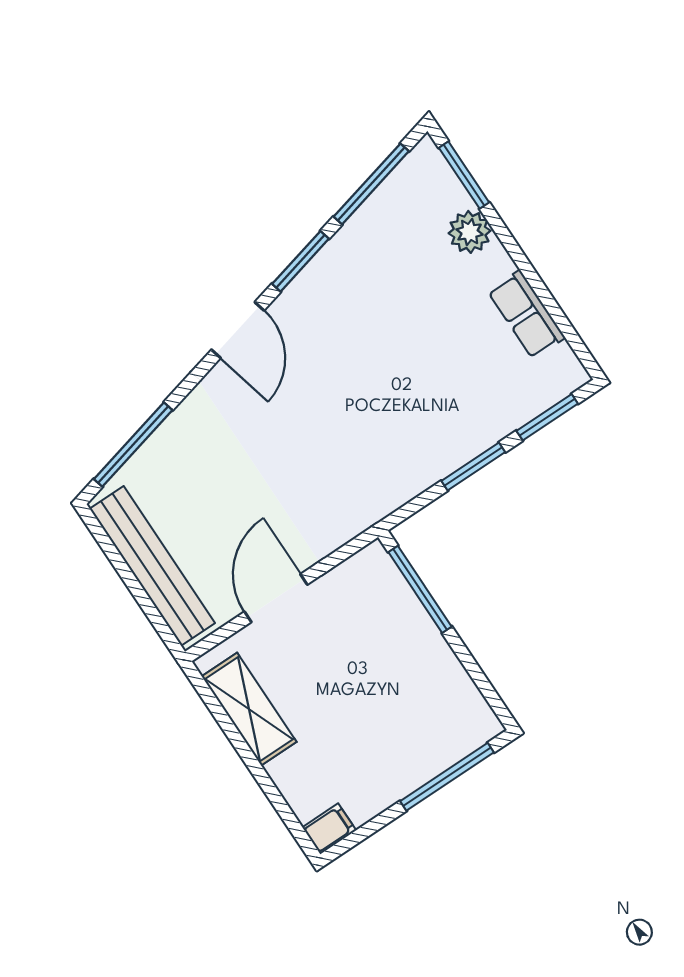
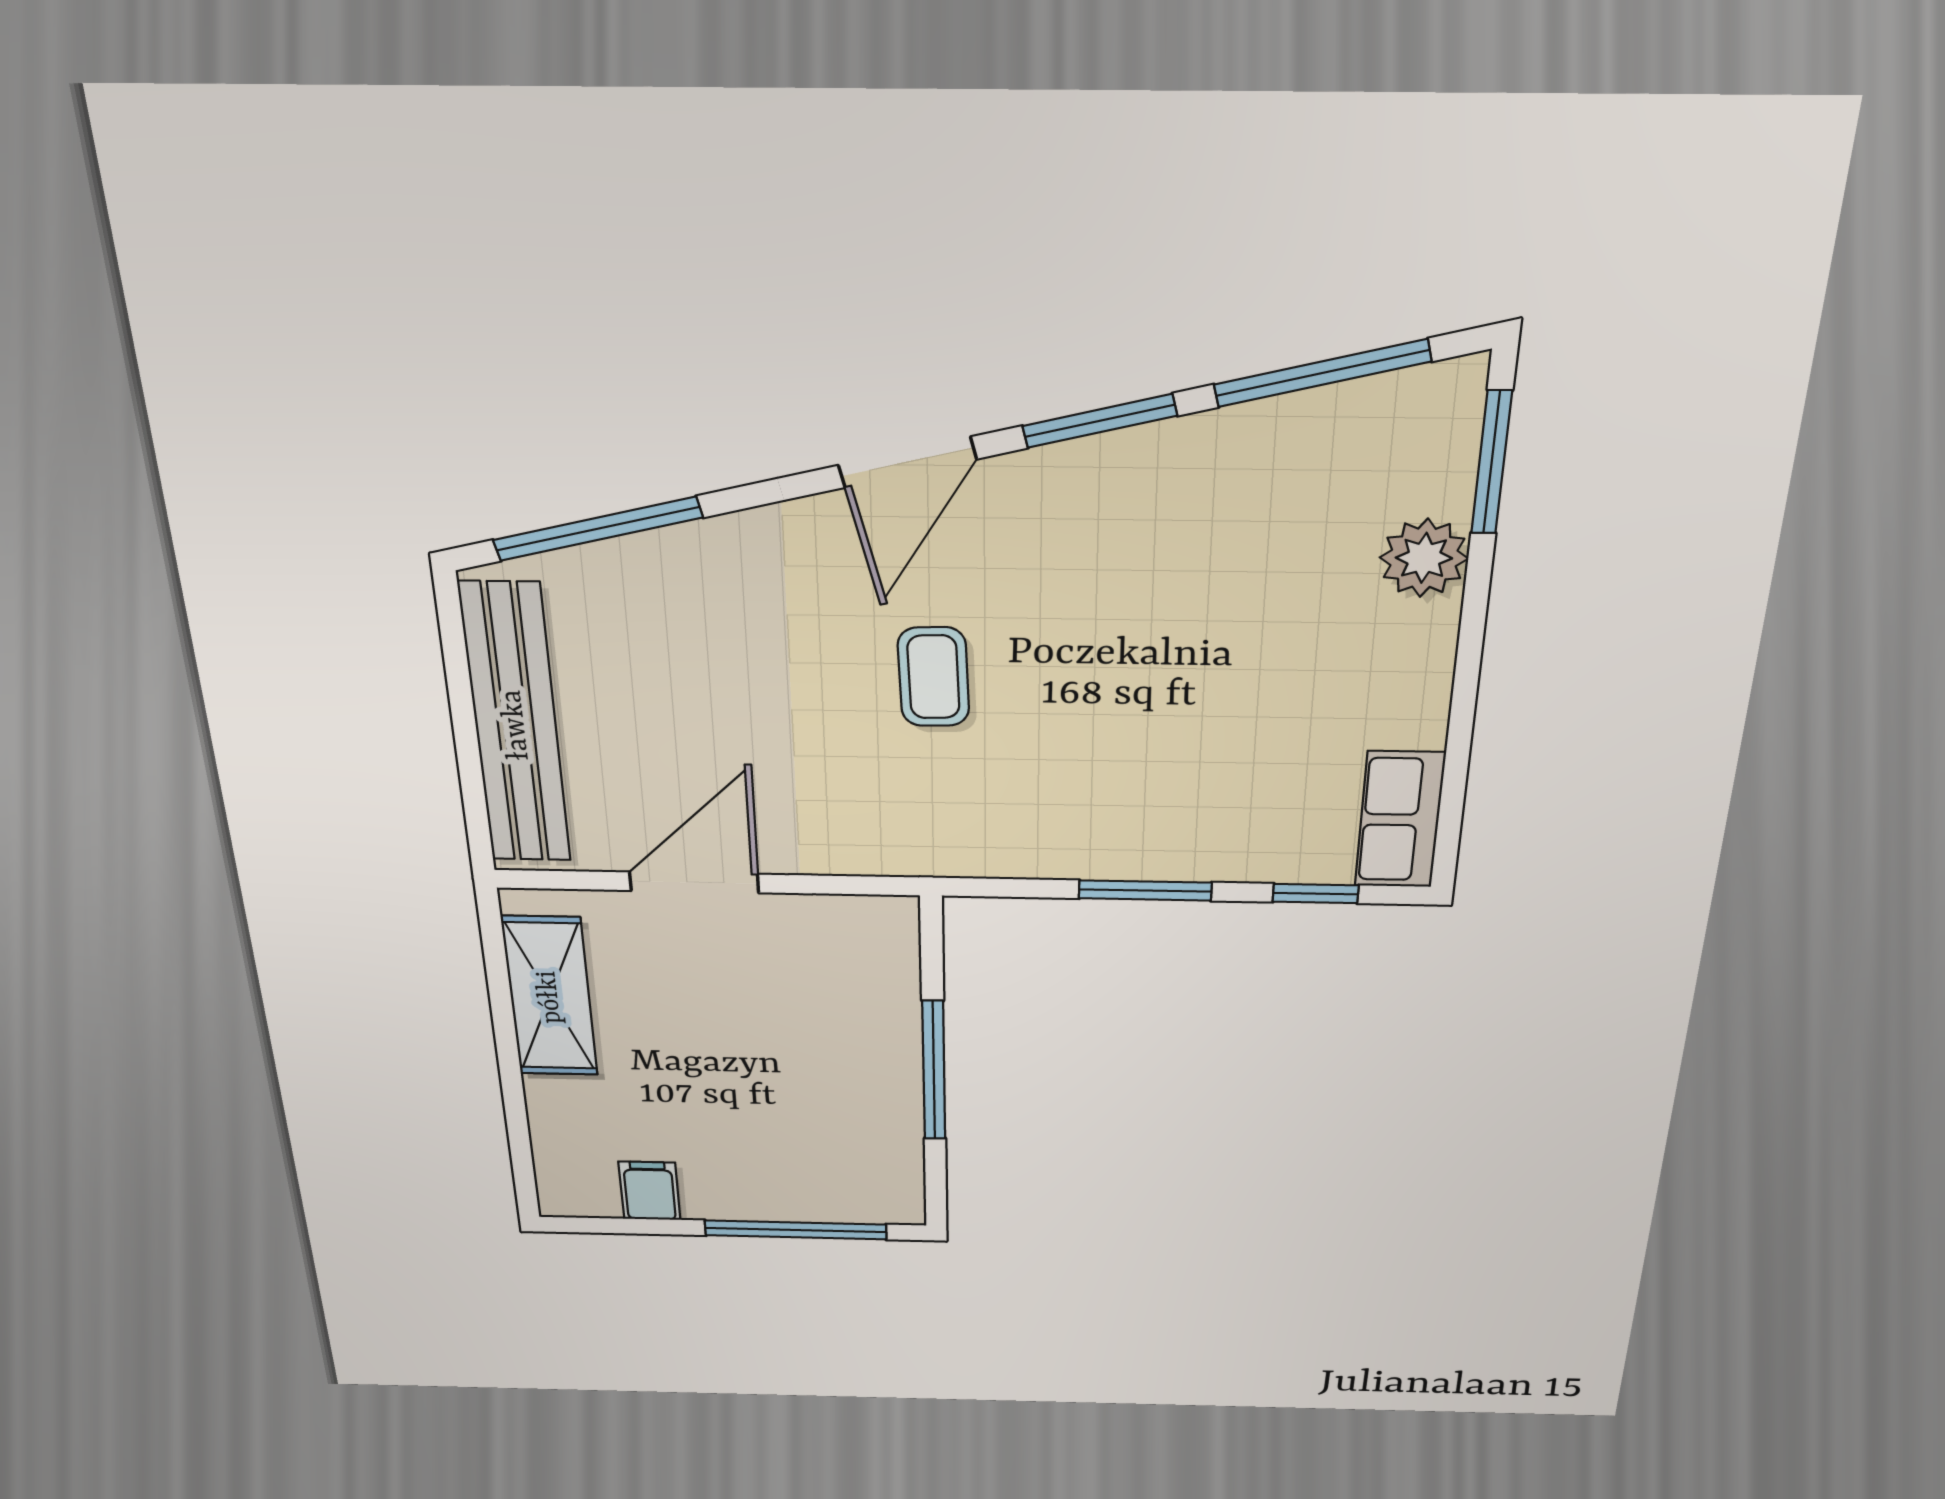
row of seats: (526, 314) -> (1400, 820), moved
window: (547, 417) -> (1316, 894), width x0.67
coffee table: (312, 421) -> (933, 677), added
window: (420, 589) -> (934, 1071), moved
filing cabinet: (329, 829) -> (650, 1191), moved, turned -90

